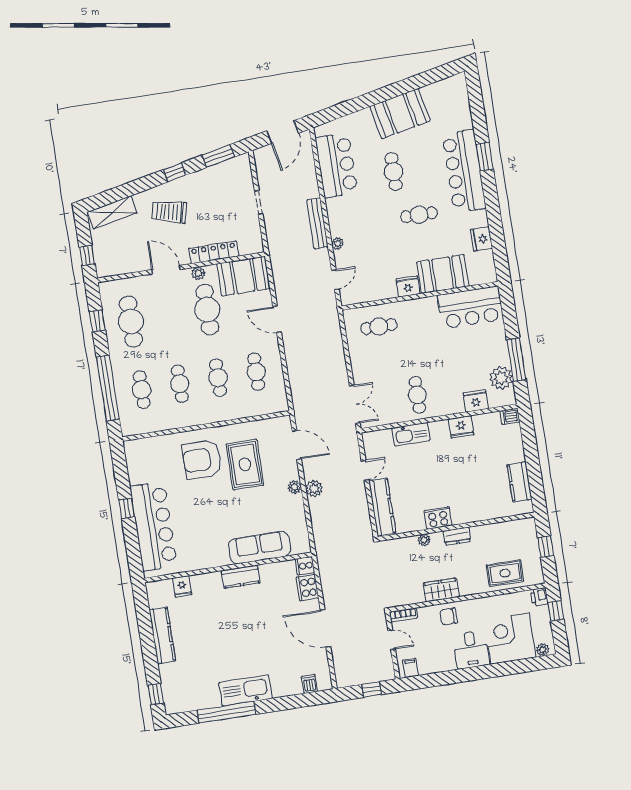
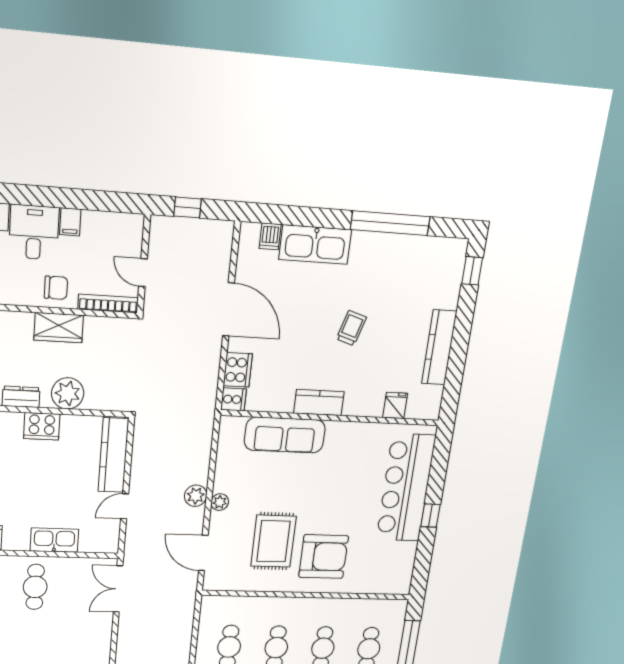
plant: (424, 540) -> (68, 393), width x1.88, depth x1.88
bookcase: (403, 615) -> (108, 303), width x1.56
trolley: (233, 635) -> (351, 328), added
filing cabinet: (411, 668) -> (70, 222), moved
kitchen sink: (246, 691) -> (315, 245), moved

